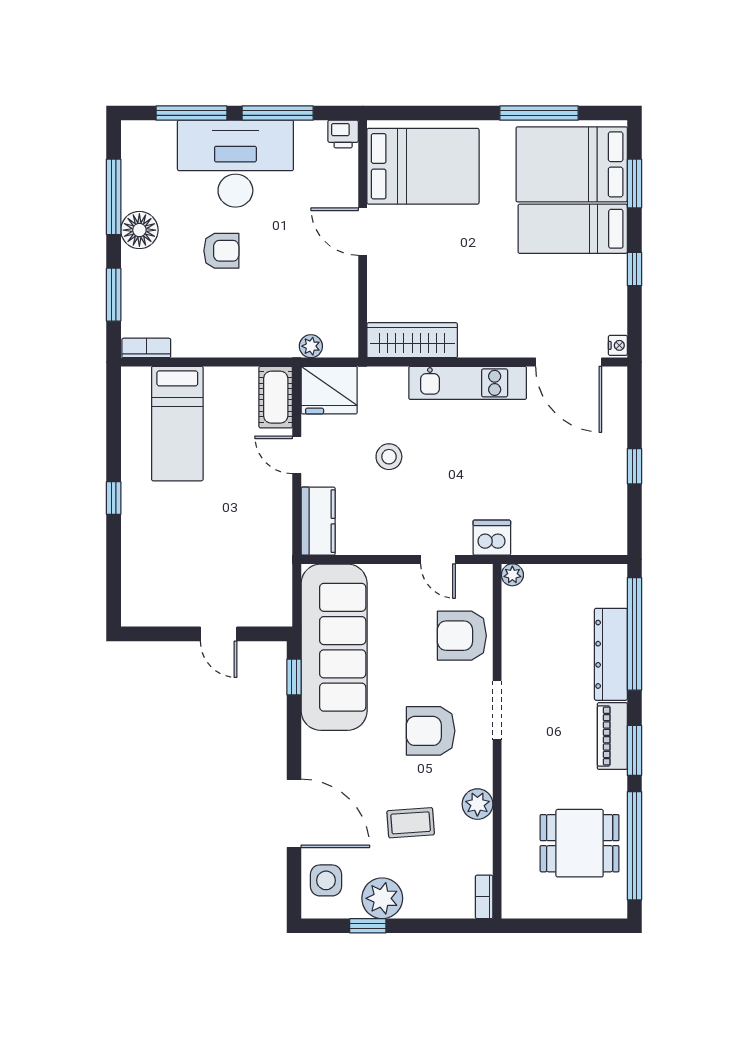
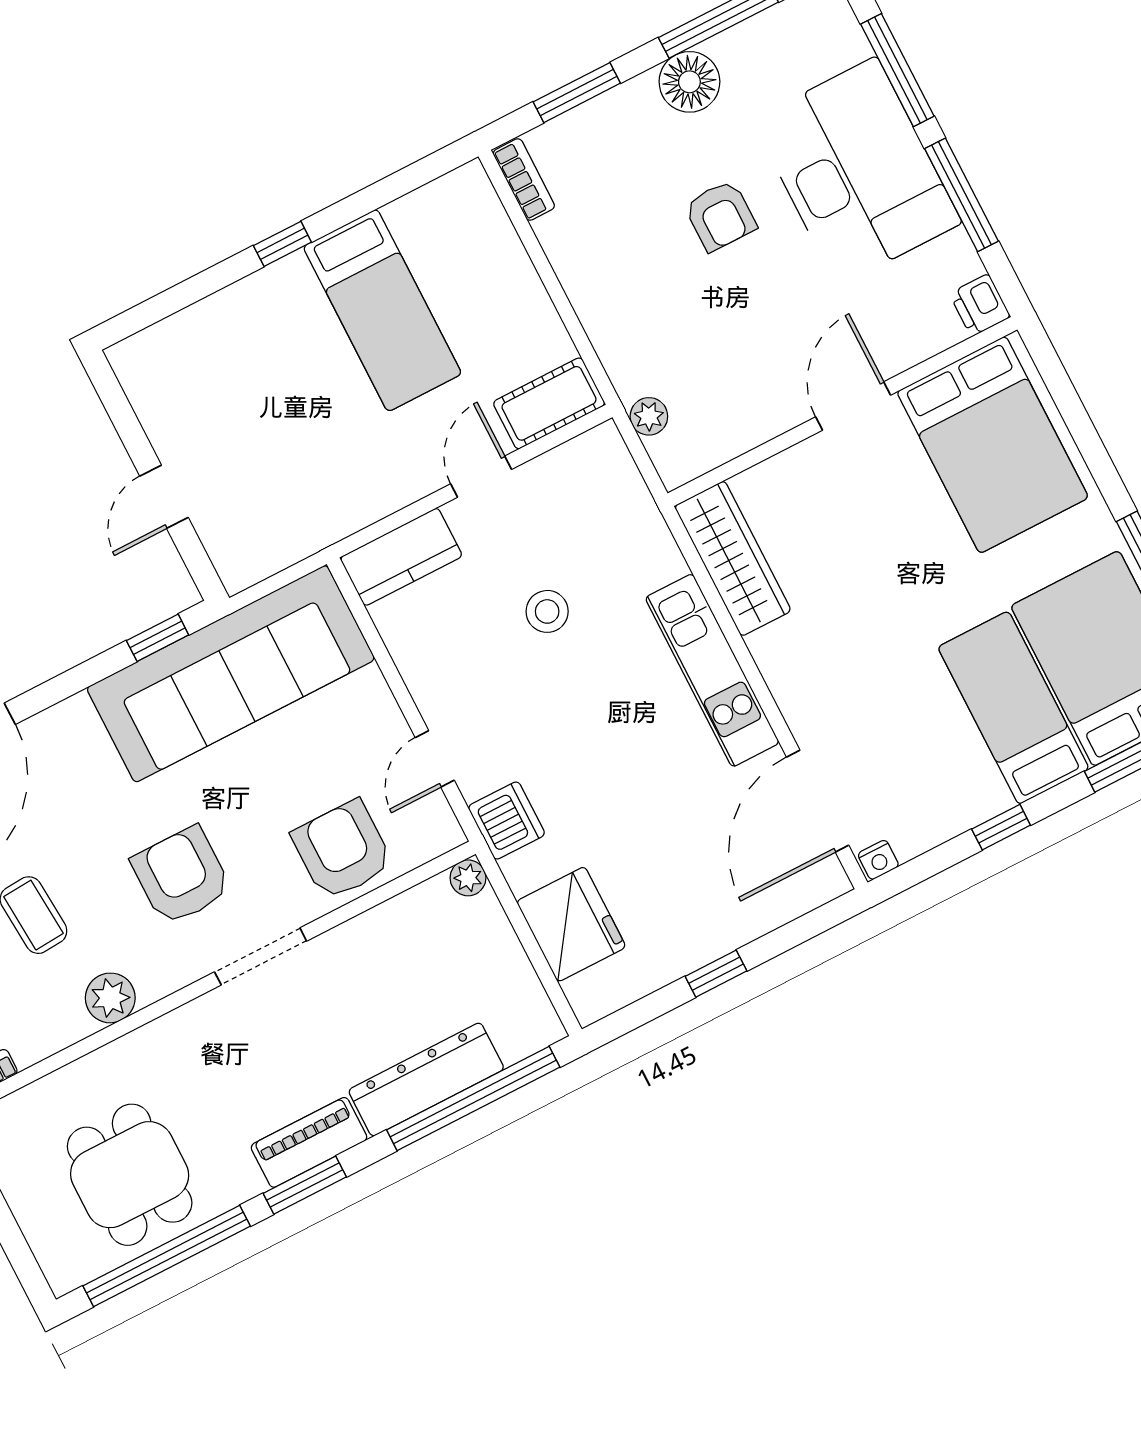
fridge: (329, 390) -> (571, 924), moved, turned 180
bed: (177, 424) -> (382, 310), moved, turned -90

